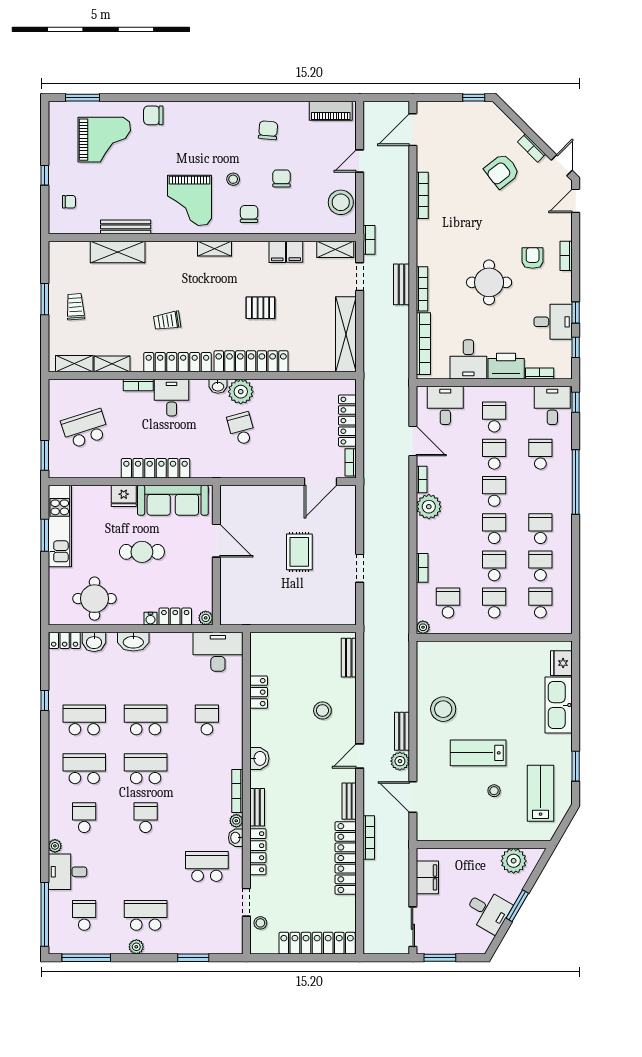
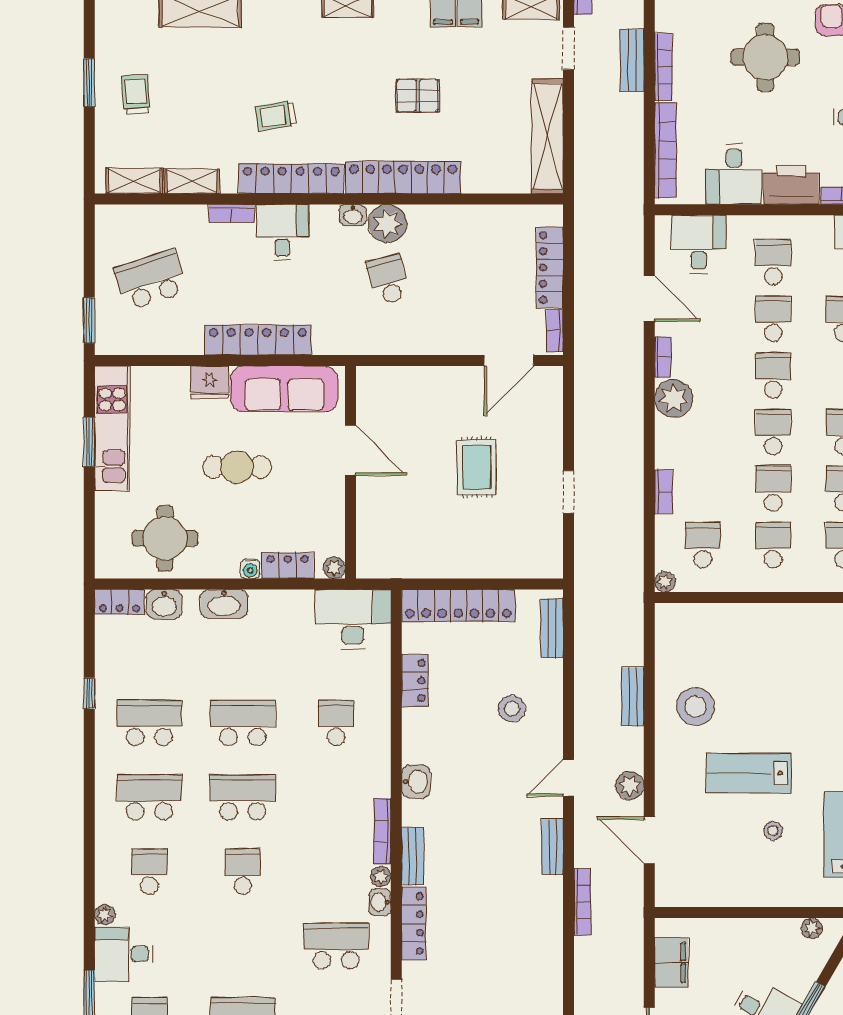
bench: (402, 731) -> (633, 696), moved
locker: (346, 858) -> (458, 605), moved, turned -90
plant: (514, 861) -> (812, 928), width x0.53, depth x0.53

